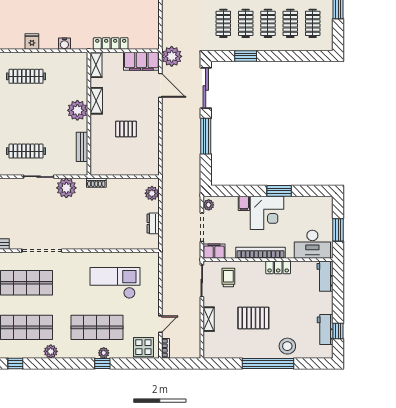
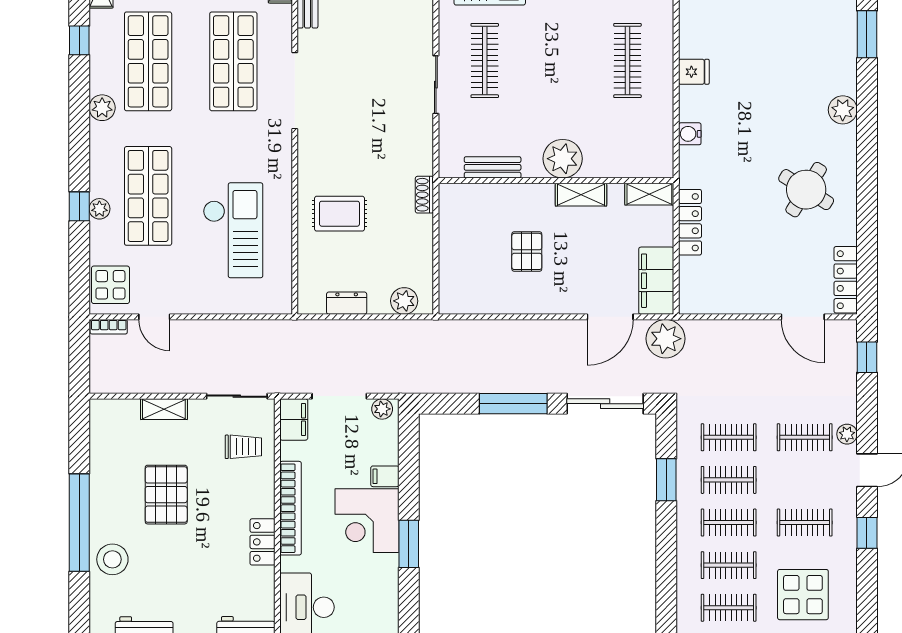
plant: (66, 188) -> (414, 138), removed
rug: (106, 227) -> (339, 214), added

